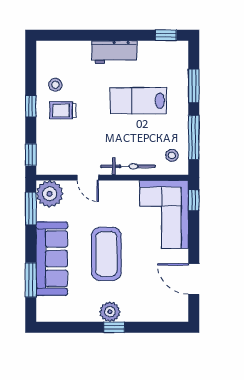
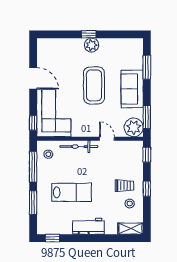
shelving: (54, 49) -> (130, 229), added
sofa: (52, 259) -> (132, 89), width x0.73
door: (194, 279) -> (33, 78), moved

